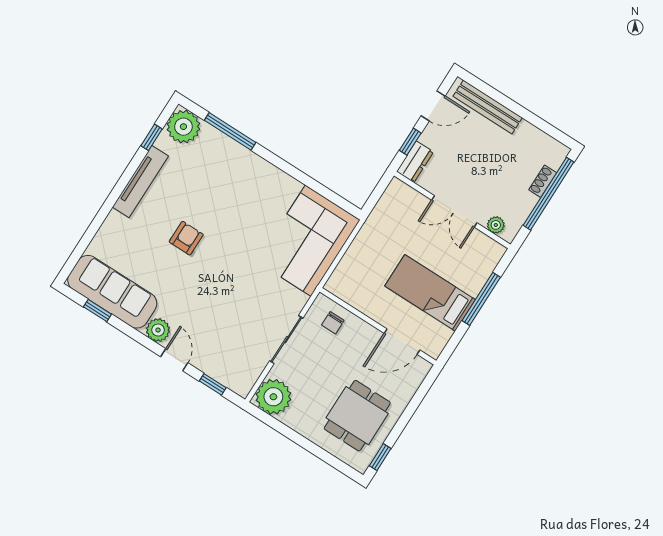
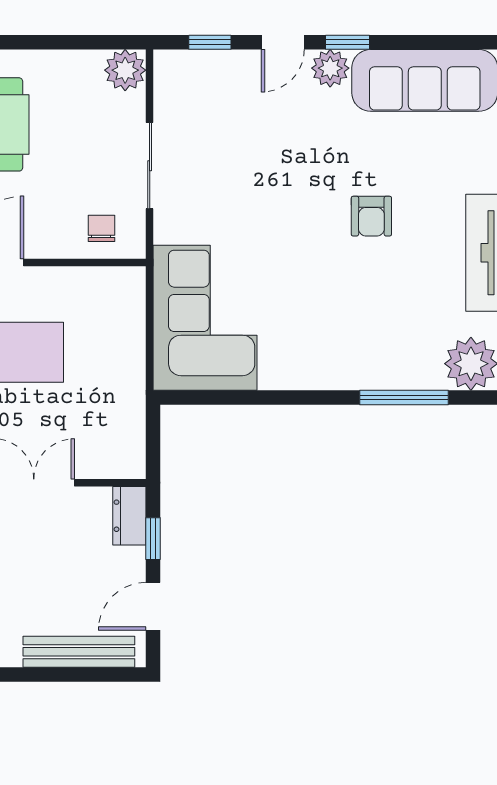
window: (97, 311) -> (347, 42), moved
door: (174, 360) -> (283, 42), hinge flipped
plant: (273, 397) -> (125, 70), width x0.73, depth x0.73

